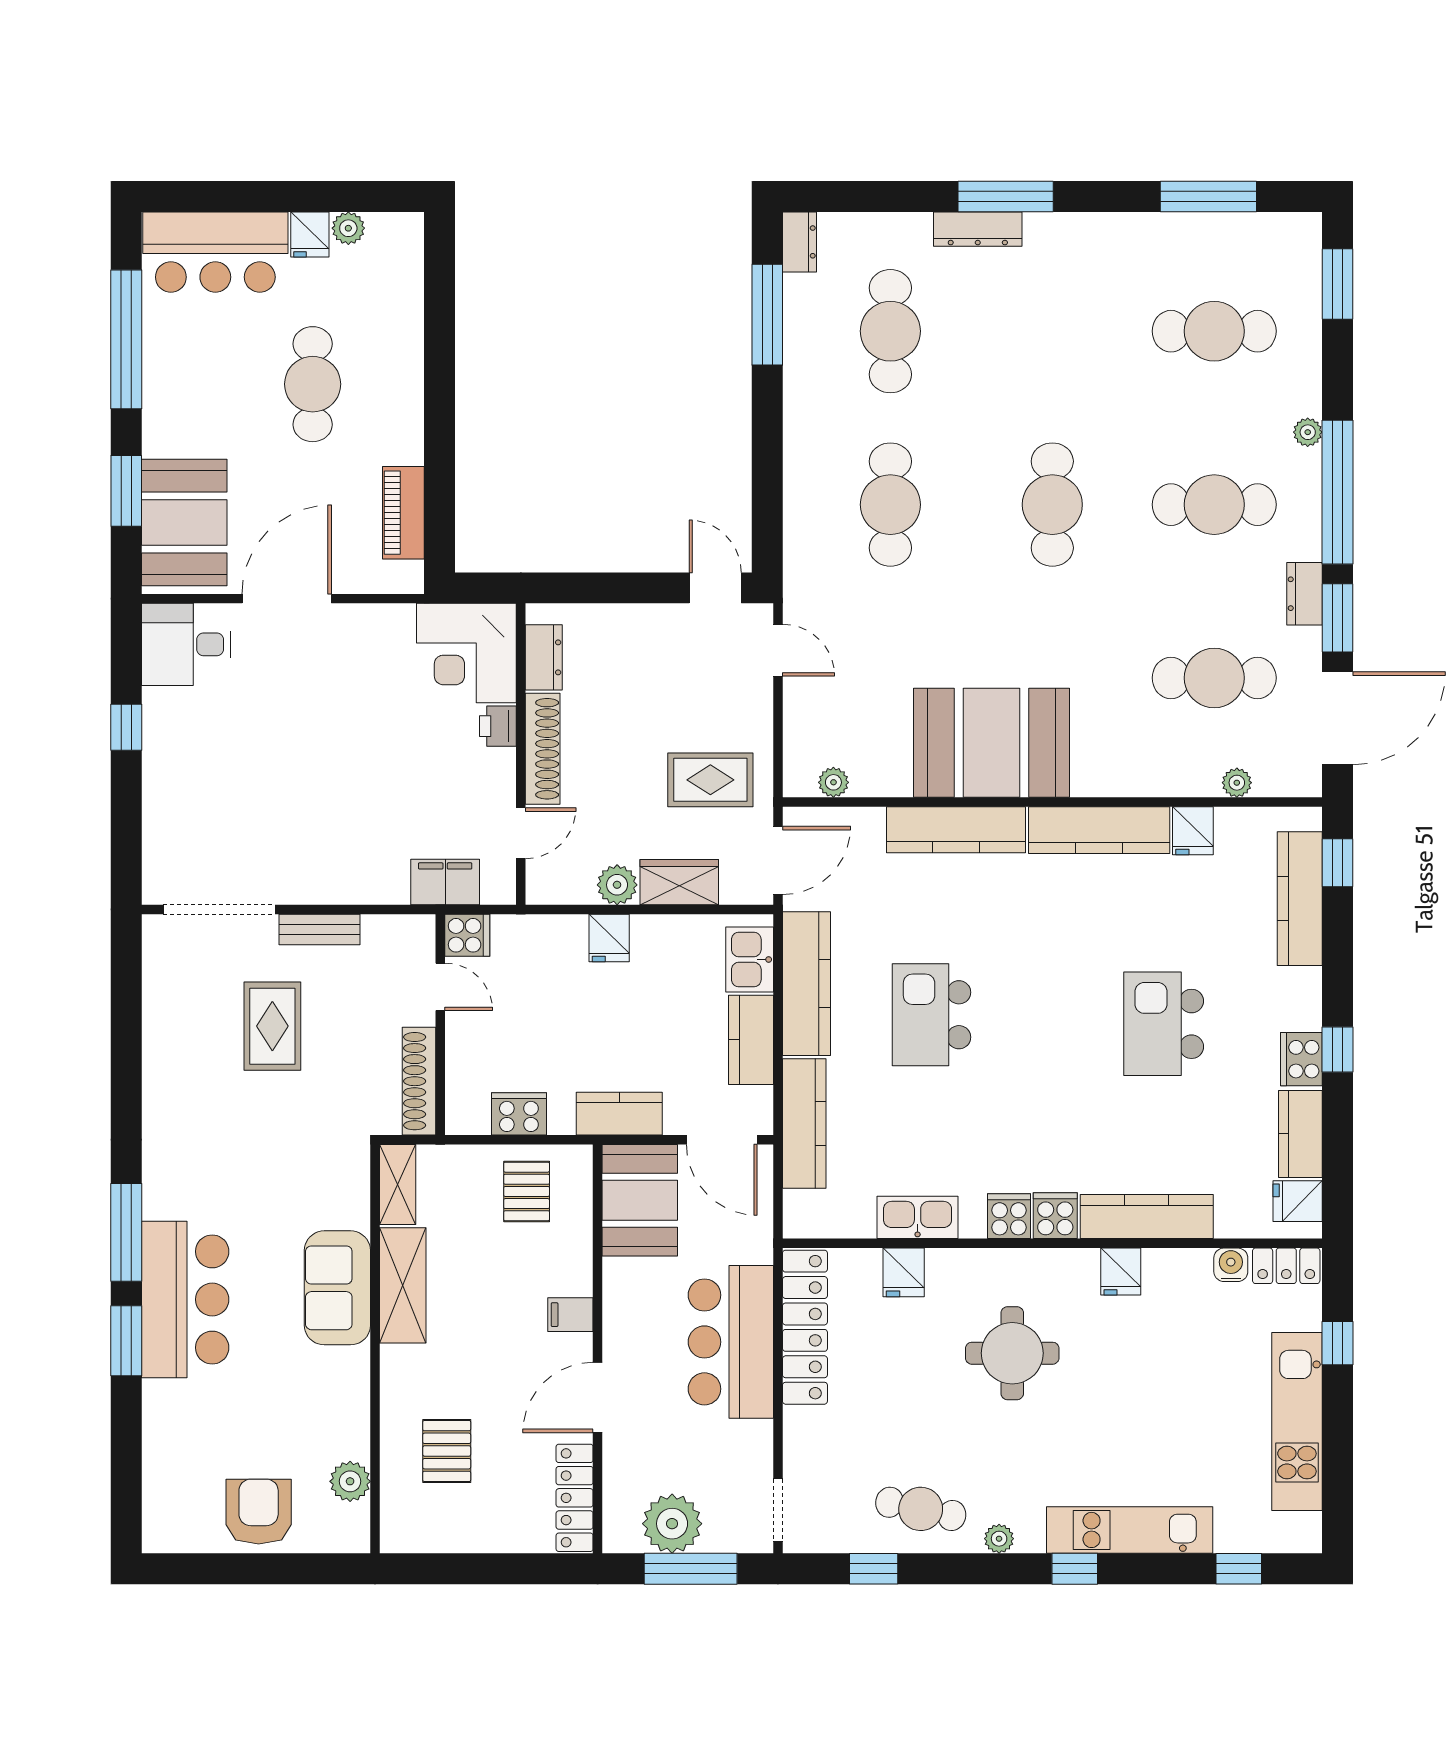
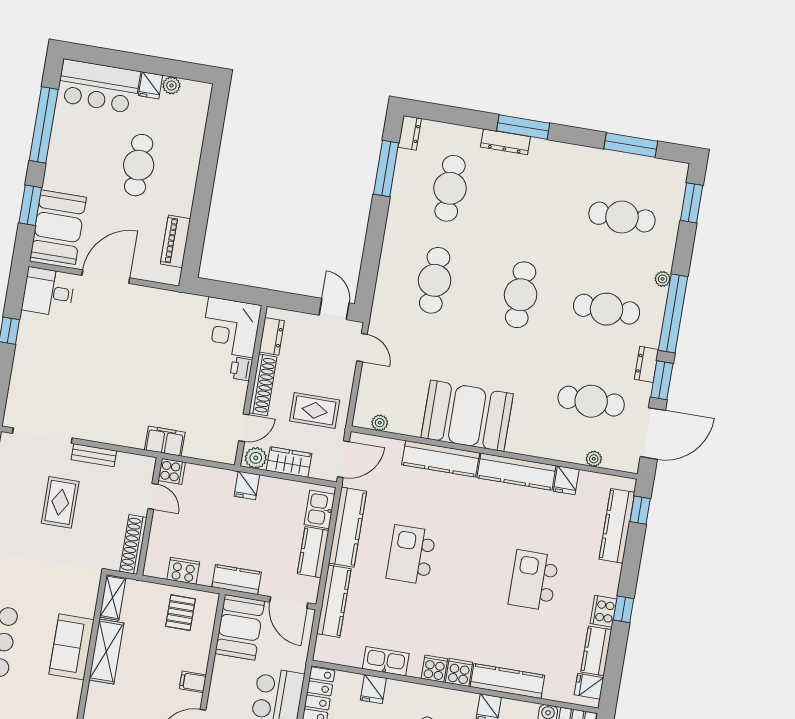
corner desk: (466, 653) -> (231, 327), moved
dresser: (544, 657) -> (272, 336), moved
printer: (498, 726) -> (241, 369), moved
shoe rack: (543, 749) -> (263, 385), moved
wall: (521, 754) -> (251, 386), moved
door: (521, 833) -> (244, 428), moved

